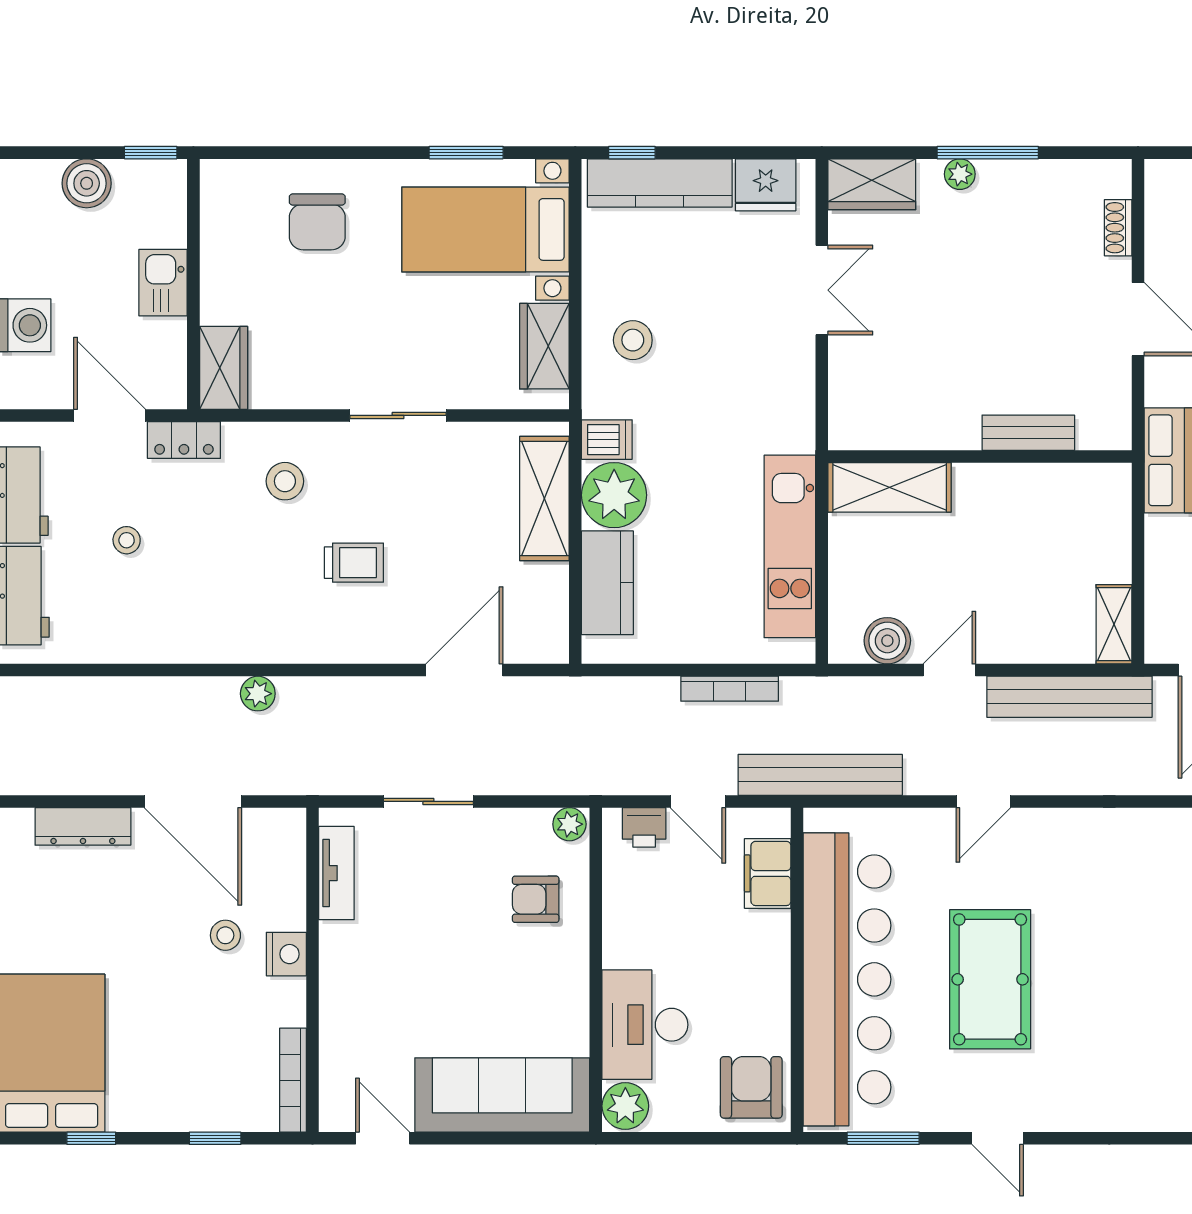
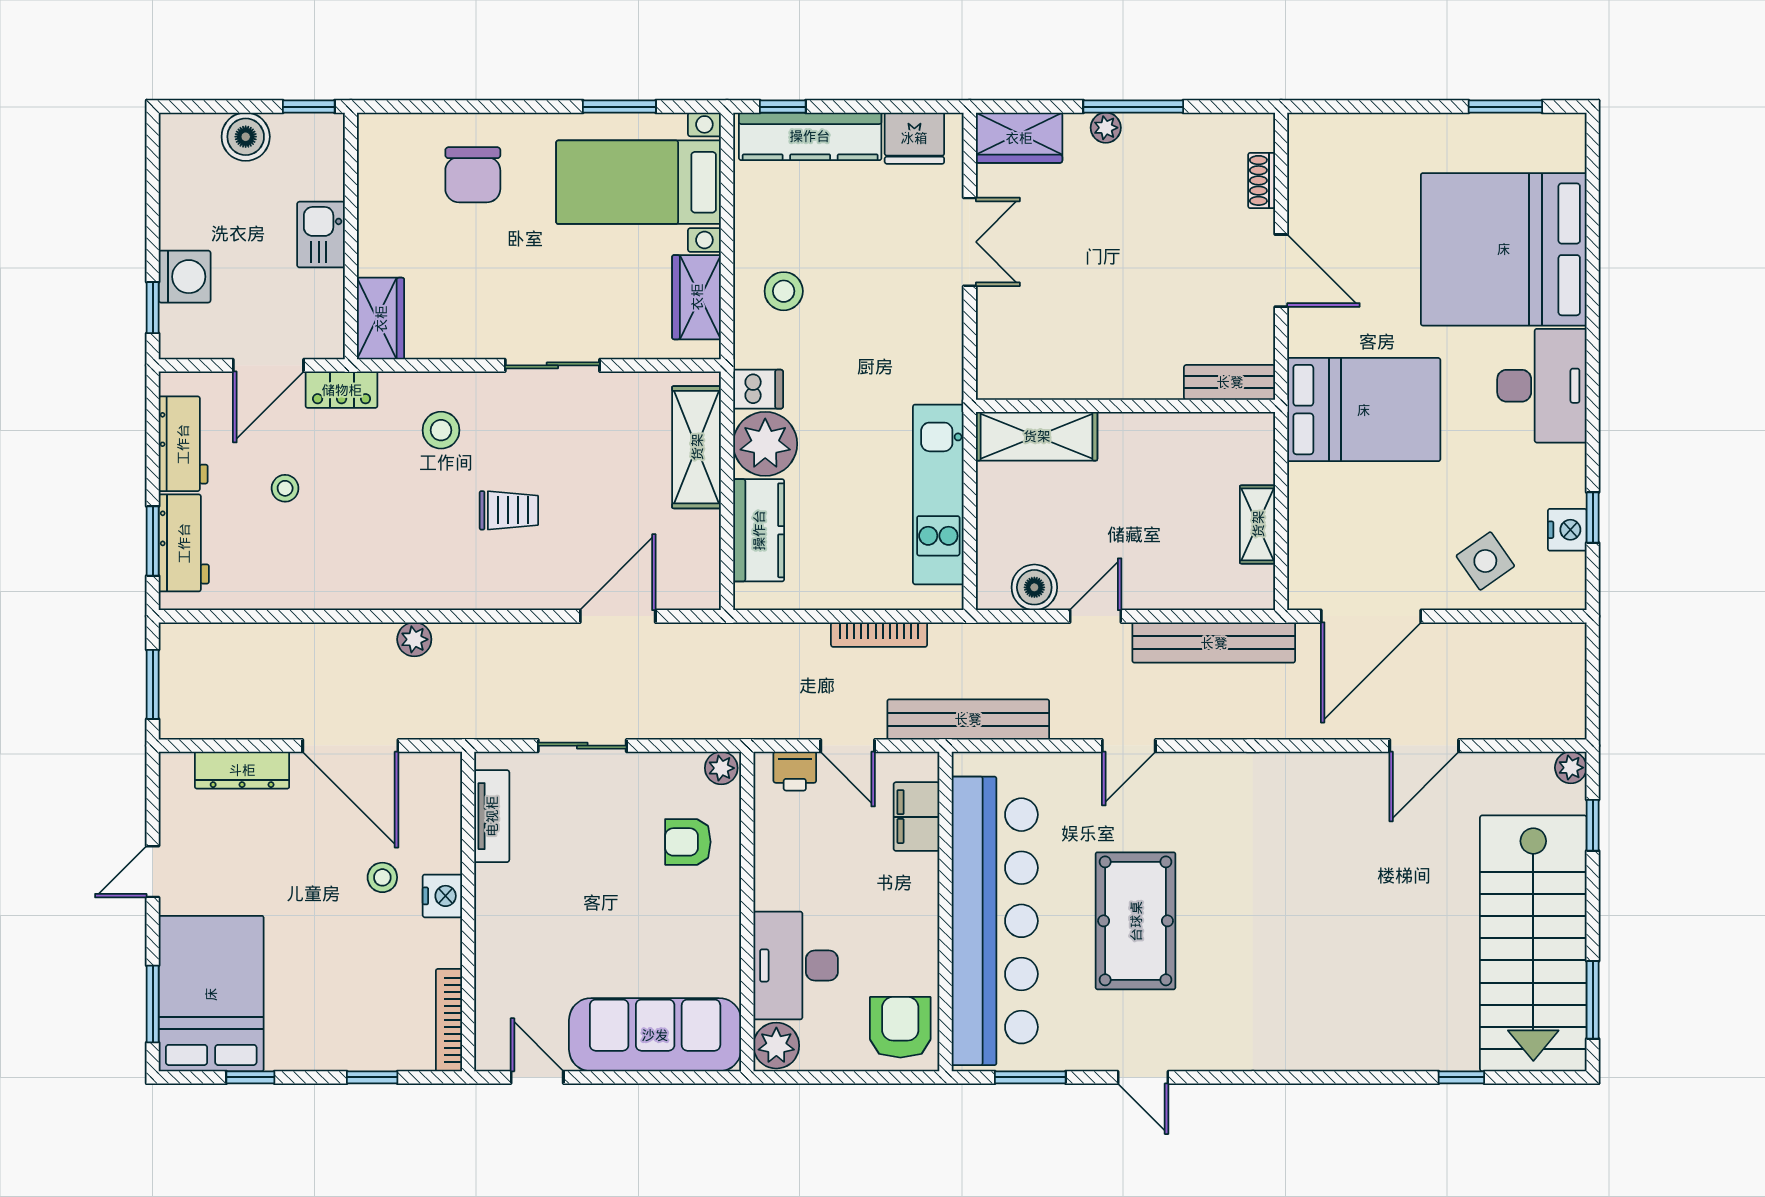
door: (110, 415) -> (268, 365), swing flipped
bench: (1028, 433) -> (1230, 382), moved
shelving: (1114, 624) -> (1258, 524), moved

